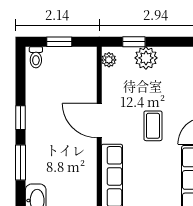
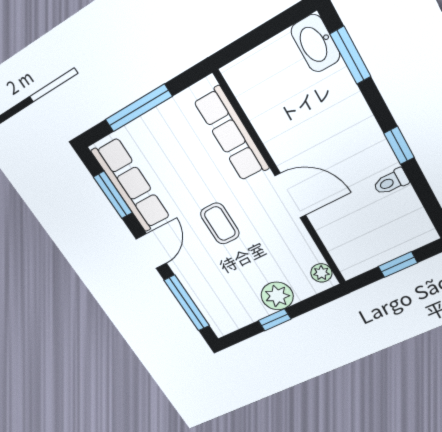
window: (134, 42) -> (275, 320), moved
toilet: (36, 57) -> (391, 182), moved, turned -90
window: (21, 162) -> (350, 55), moved

